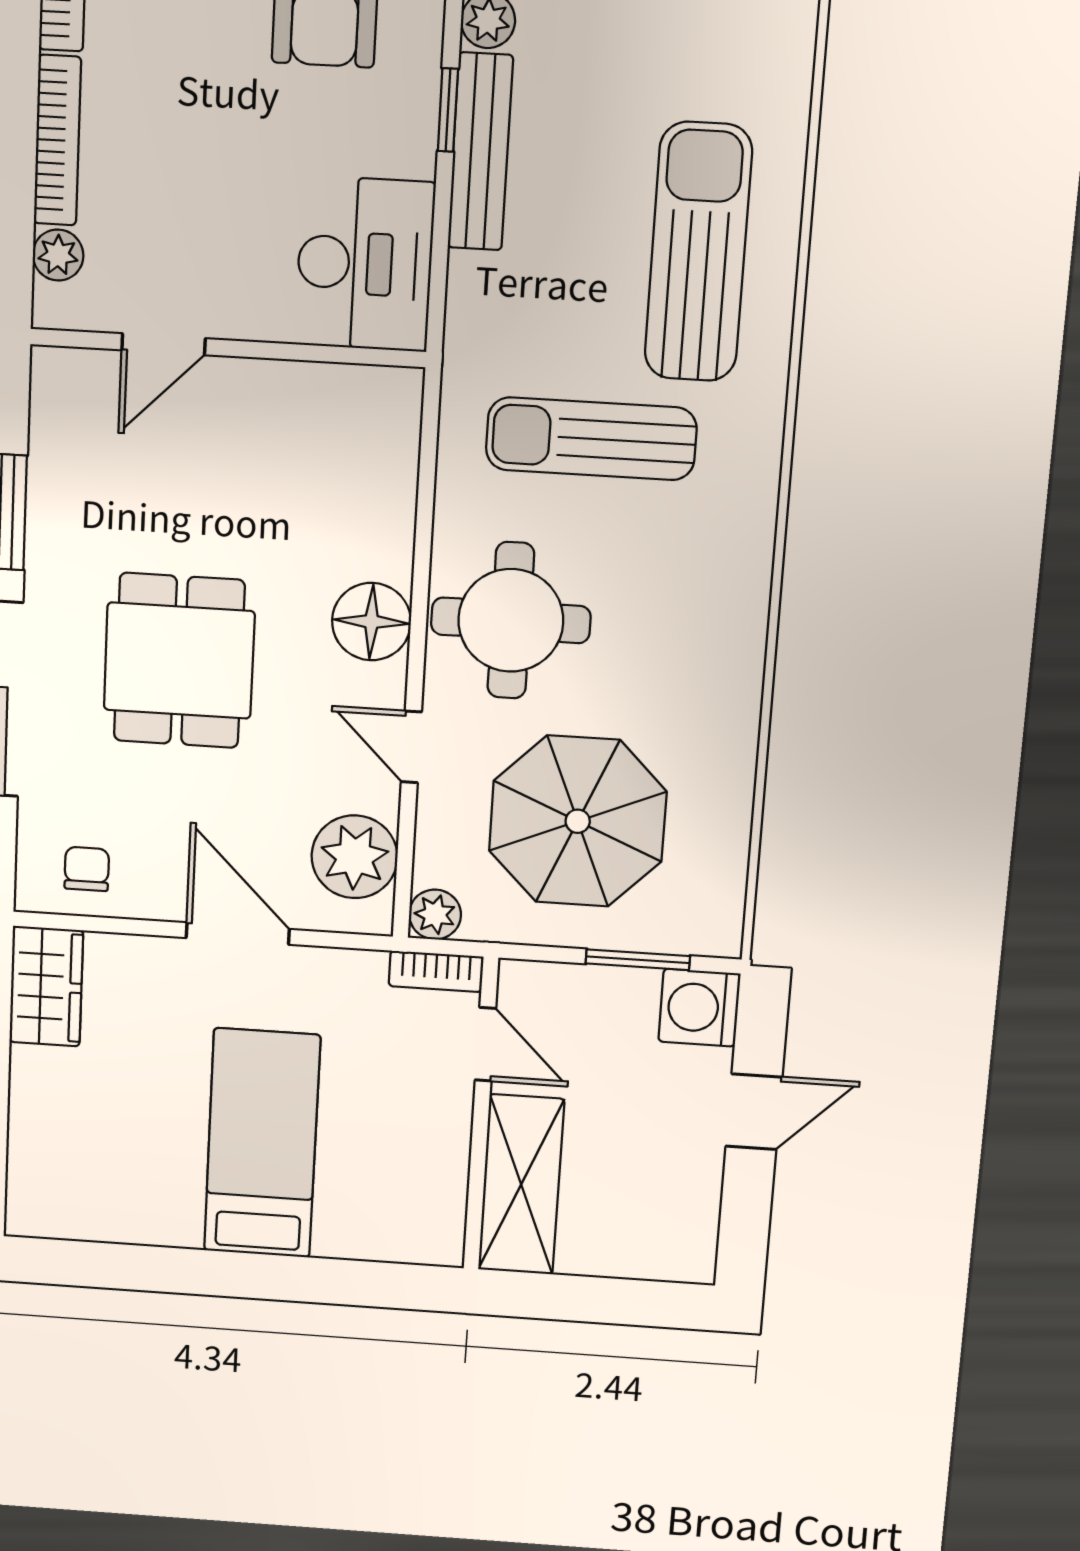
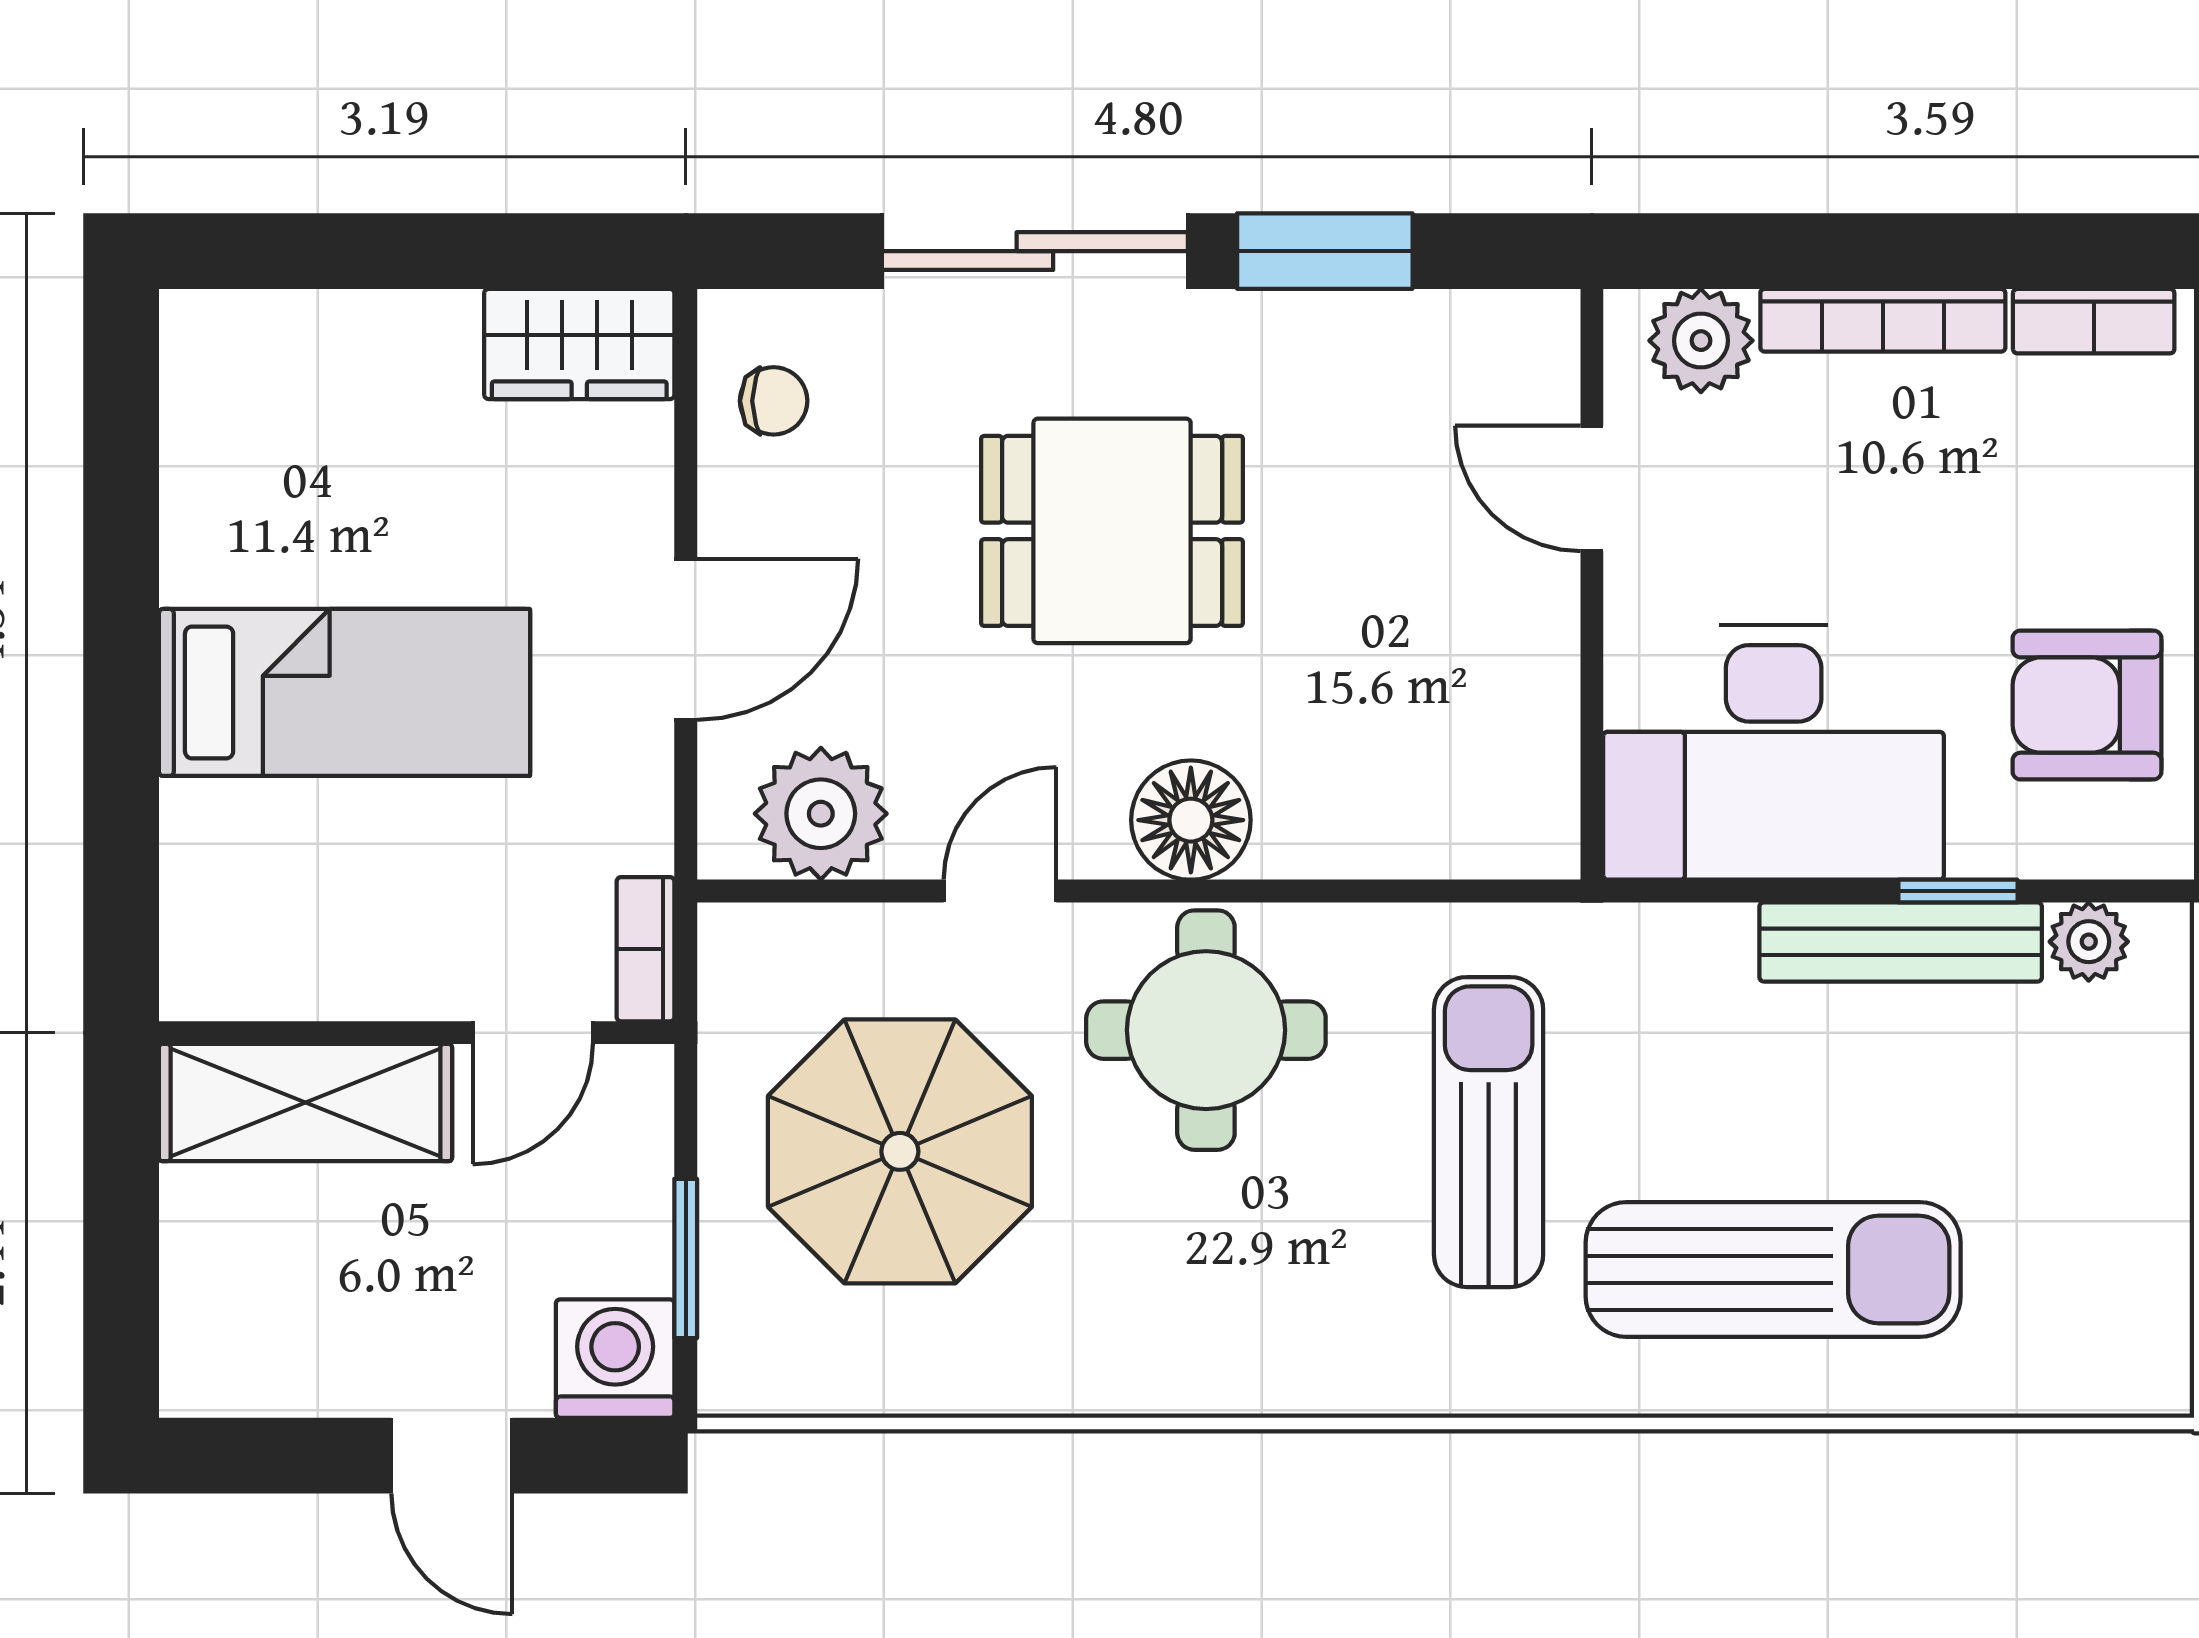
plant: (58, 255) -> (1701, 341), width x1.38, depth x1.38
desk: (365, 264) -> (1774, 752), width x1.36, depth x1.30
plant: (435, 914) -> (737, 942), removed

